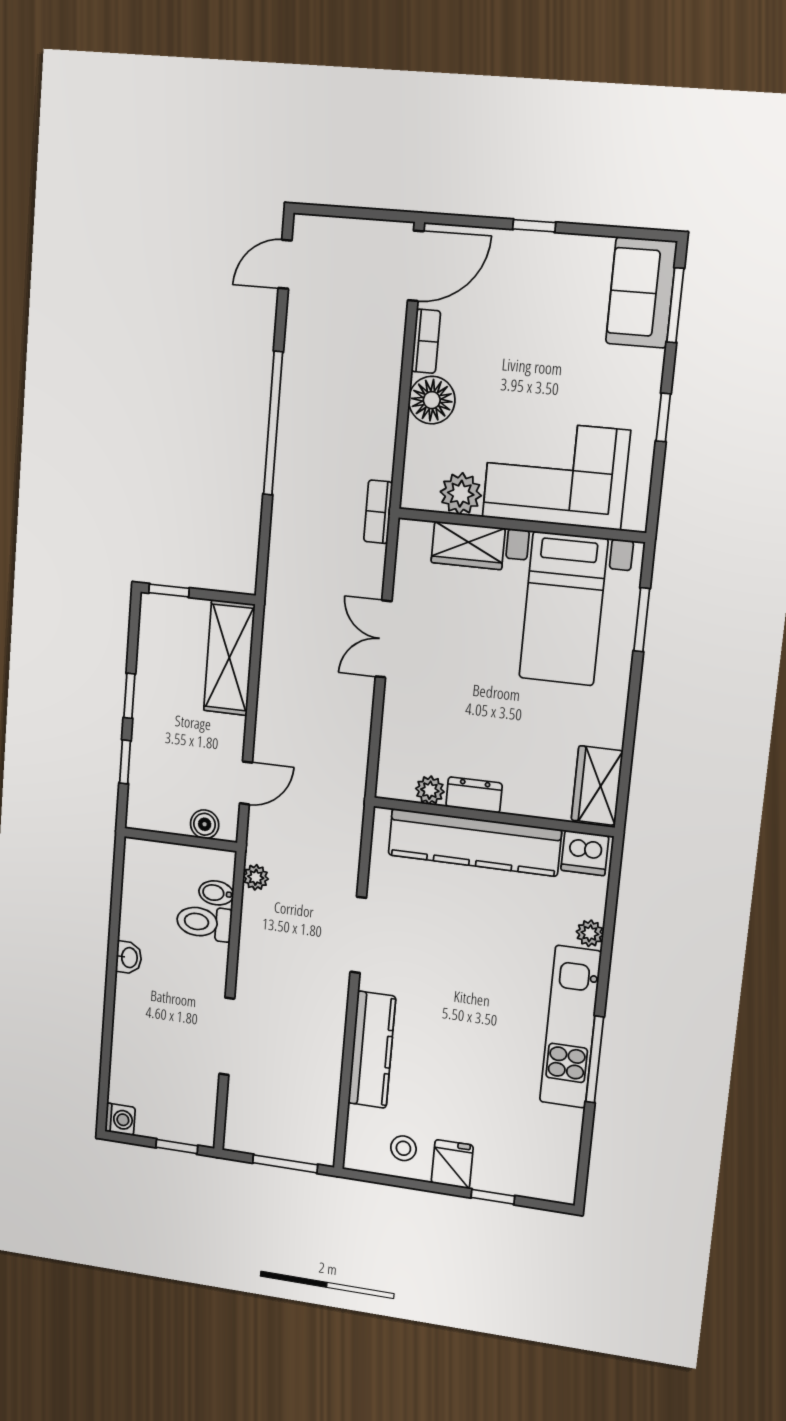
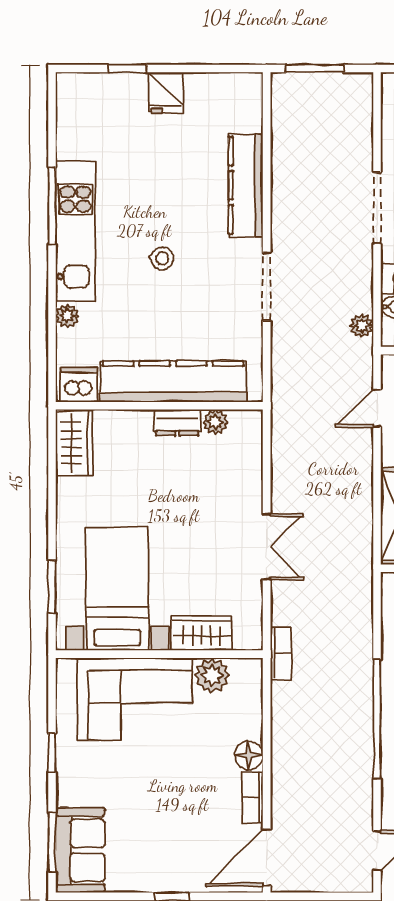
floor lamp: (432, 400) -> (249, 755), width x0.73, depth x0.73
doorway: (227, 1036) -> (377, 208), moved
stool: (403, 1148) -> (162, 258), moved

